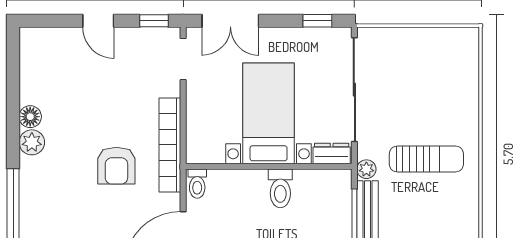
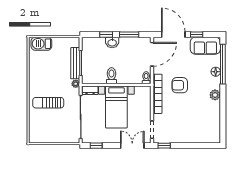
door: (98, 21) -> (187, 146), removed
floor lamp: (30, 117) -> (216, 72), moved
sun lounger: (426, 159) -> (48, 103), moved
armchair: (116, 166) -> (180, 85), turned -90

